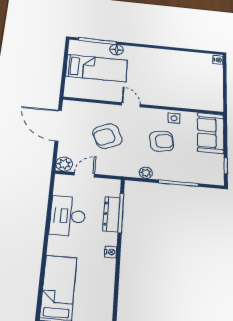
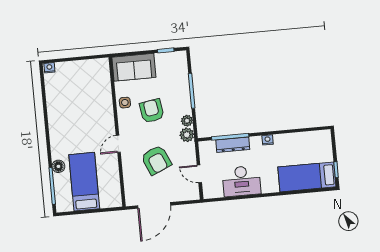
plant: (64, 164) -> (187, 135), moved

